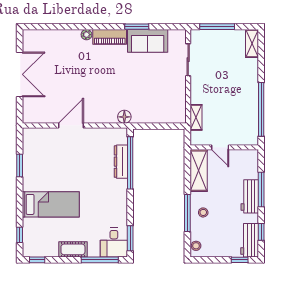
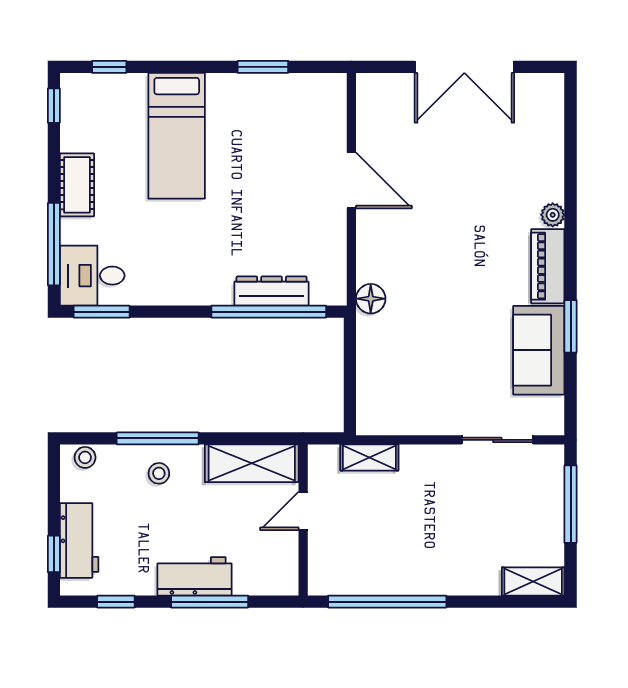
workbench: (250, 240) -> (79, 540), moved, turned 90

